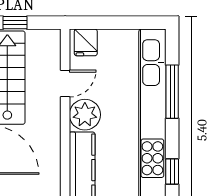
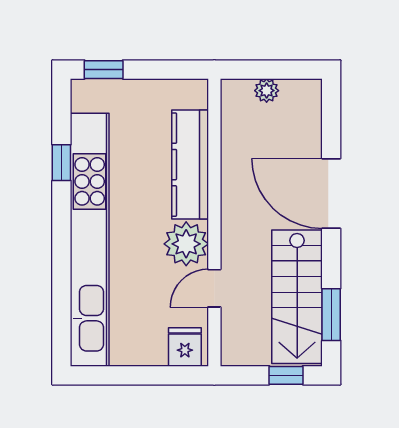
window: (172, 92) -> (61, 277), removed

